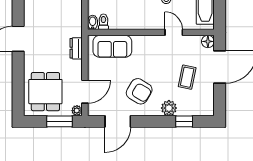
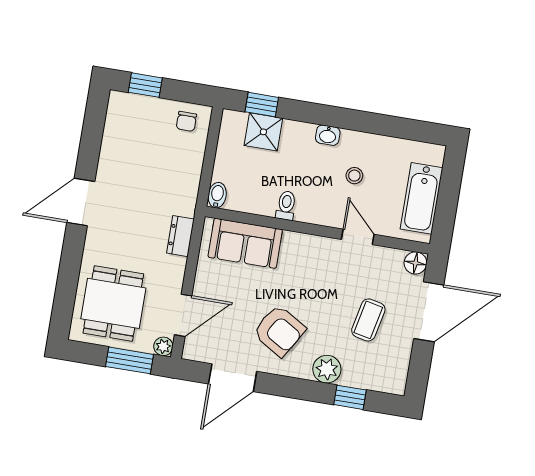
toilet: (103, 22) -> (286, 205), moved

